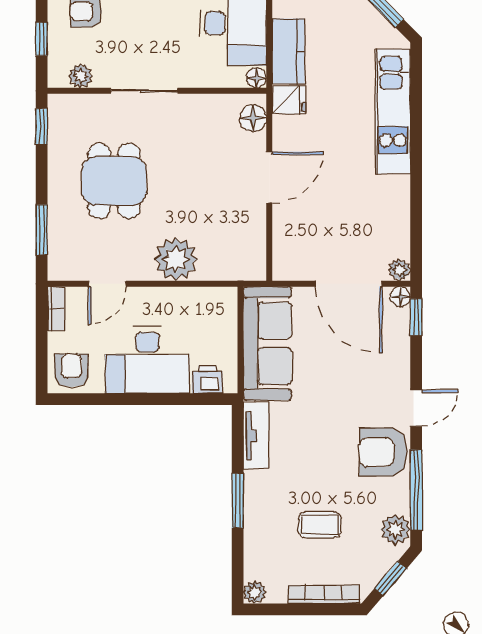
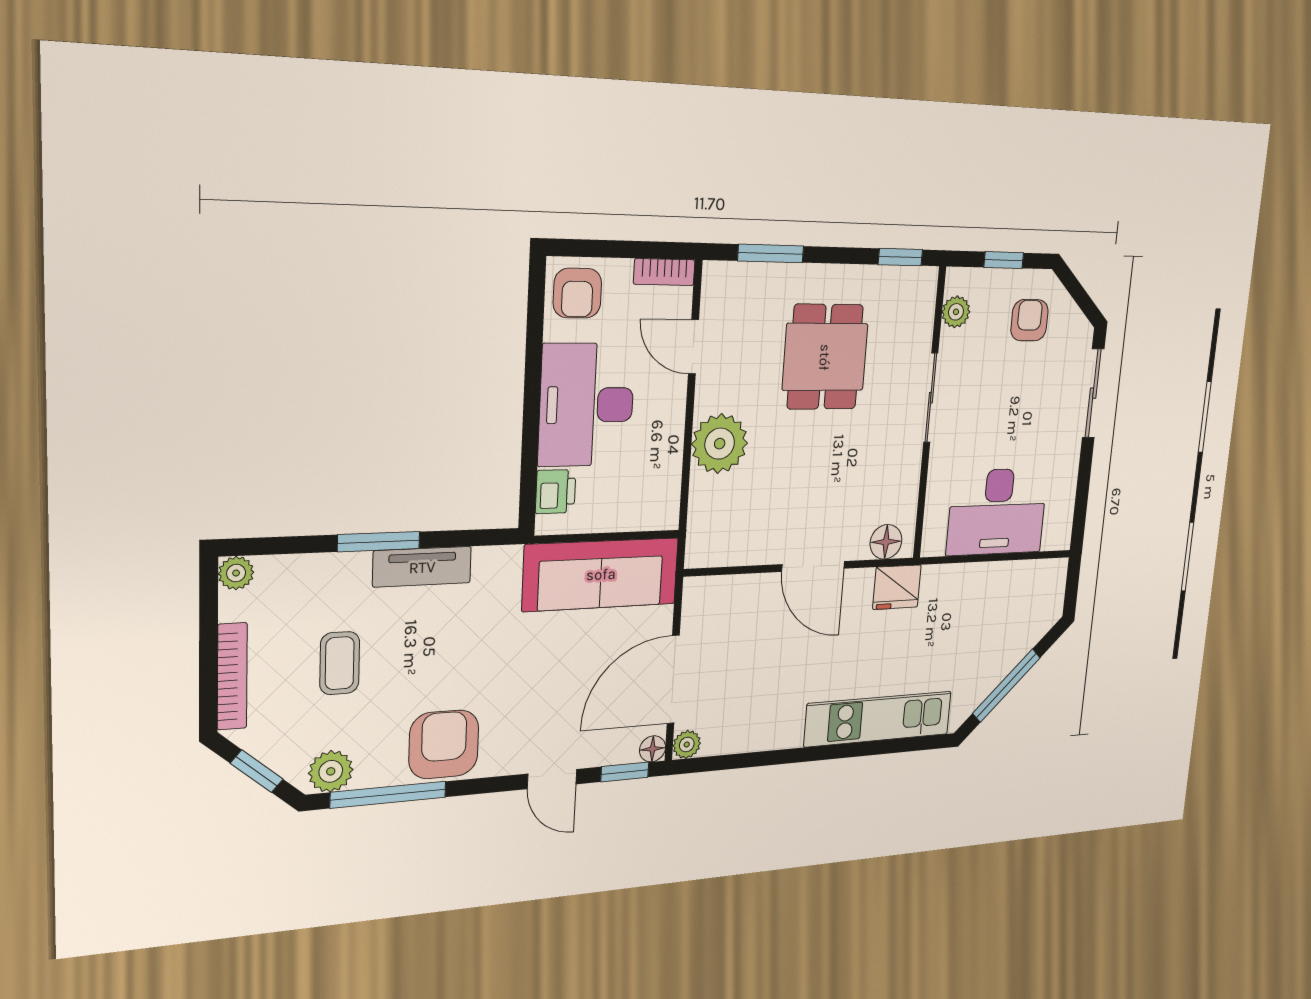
kitchen counter: (288, 51) -> (959, 583), removed
floor lamp: (256, 78) -> (932, 544), removed
fridge: (289, 100) -> (897, 587), width x1.38
dining table: (114, 181) -> (825, 357), turned 90
armchair: (72, 370) -> (577, 293), turned 90
door: (416, 408) -> (552, 779), moved
tv unit: (256, 436) -> (422, 567), moved

